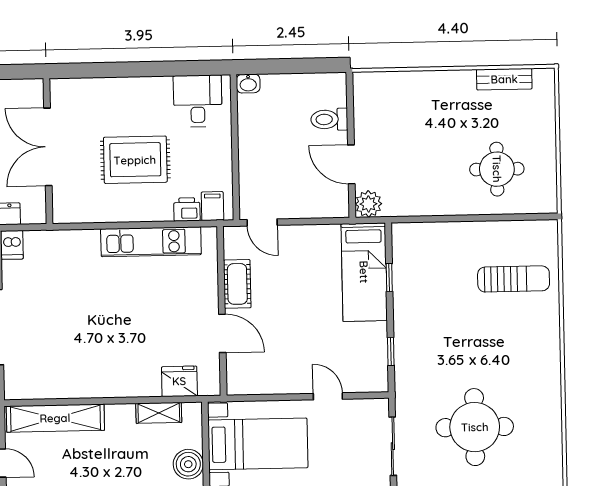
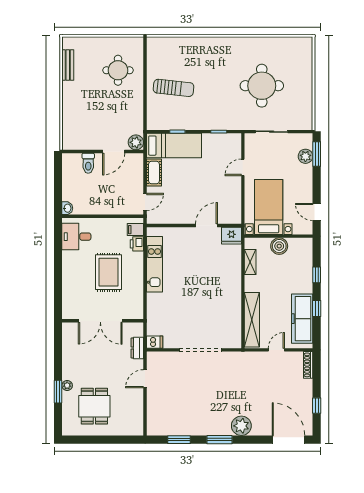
sun lounger: (514, 279) -> (174, 88), moved, turned 96
cot: (237, 284) -> (154, 172), moved, turned 90
fridge: (179, 381) -> (231, 236), moved, turned -90

